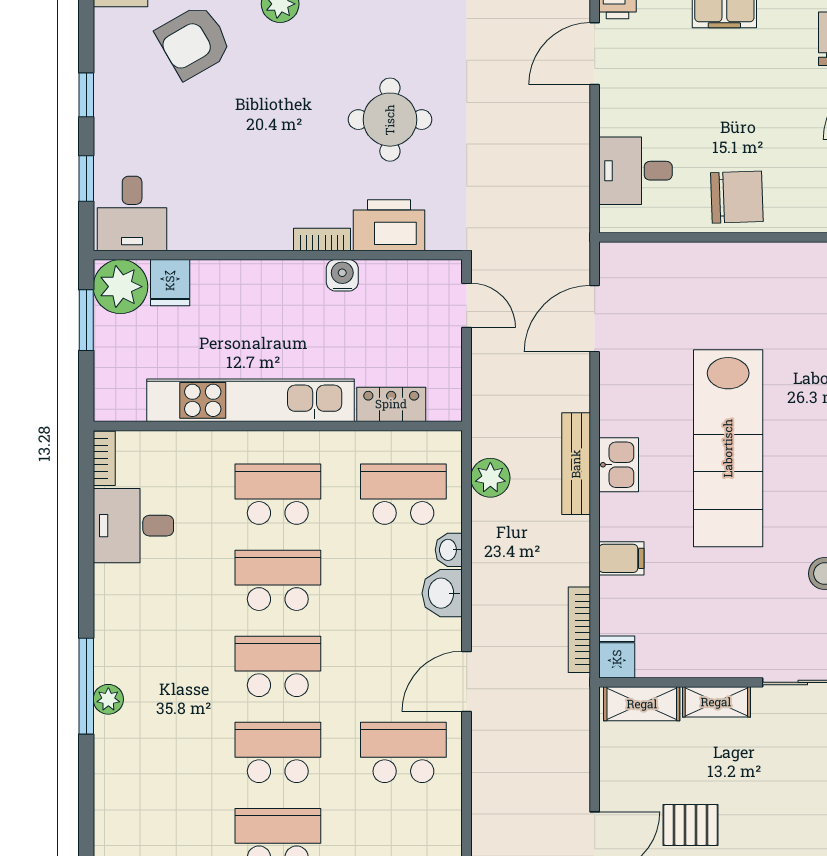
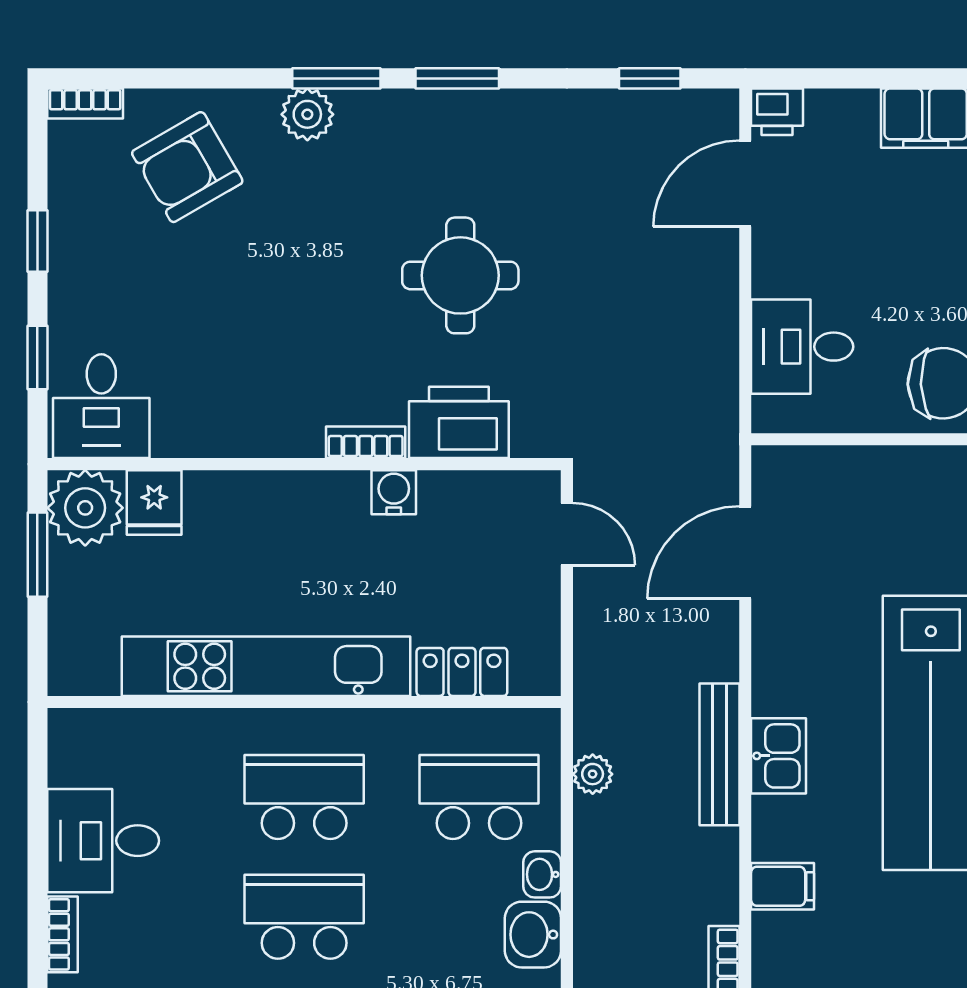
bookcase: (104, 458) -> (63, 934), moved
plant: (490, 478) -> (593, 774), width x0.73, depth x0.73

